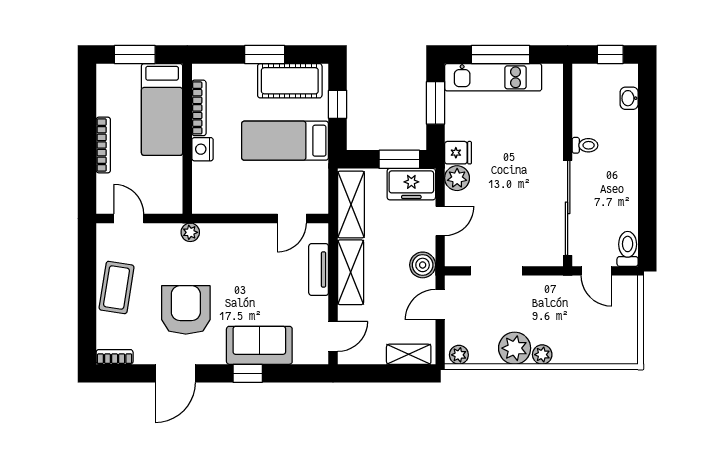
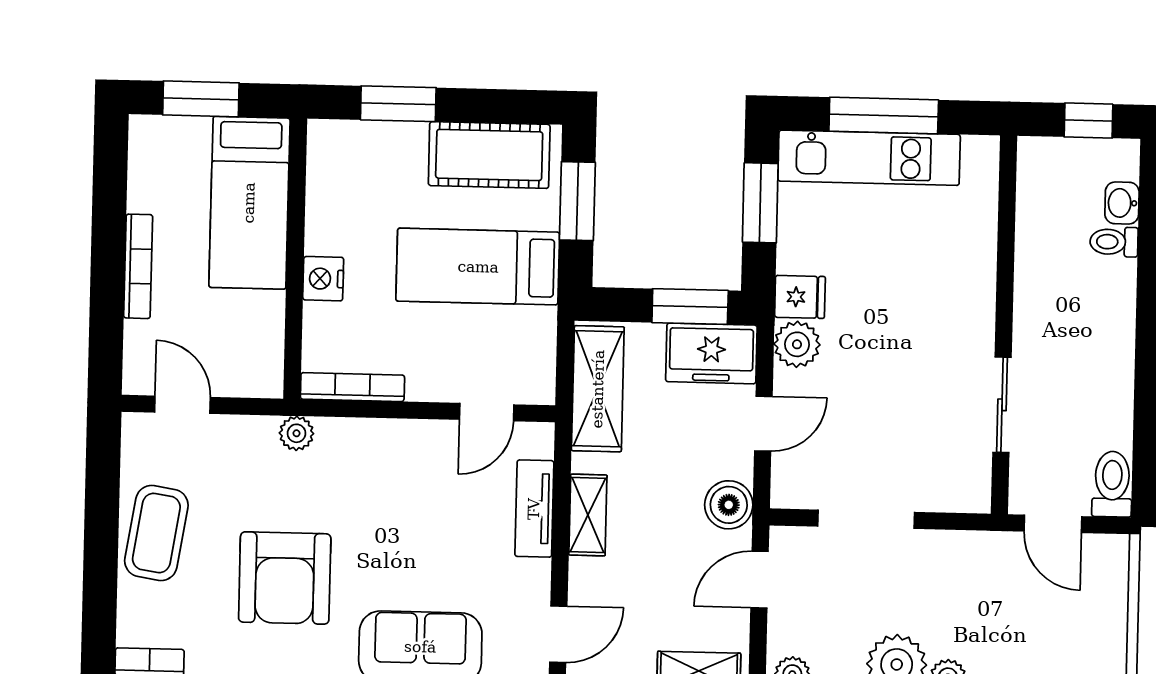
window: (265, 55) -> (398, 104), moved
window: (338, 104) -> (577, 201), width x1.50
bookcase: (199, 108) -> (352, 387), moved, turned -90
toilet: (585, 145) -> (1114, 242), moved, turned 180
sliding door: (568, 208) -> (1002, 405), width x0.54
shelving: (351, 272) -> (588, 515), width x0.67, depth x0.75
armchair: (186, 310) -> (285, 578), turned 180

